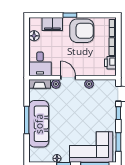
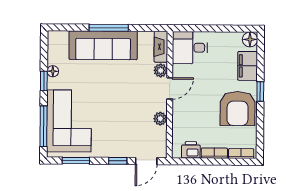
floor lamp: (34, 36) -> (250, 39), moved

